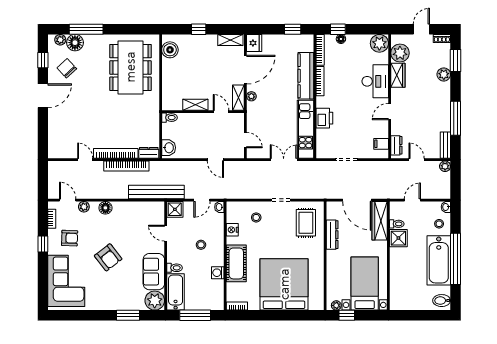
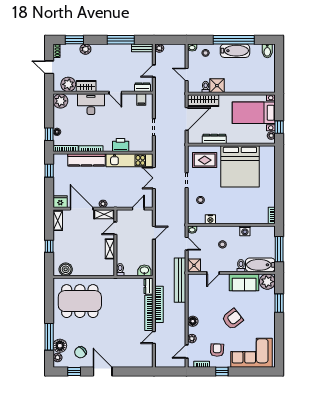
bathtub: (439, 260) -> (235, 51), width x0.73, depth x0.73
cot: (236, 263) -> (237, 216), removed
bed: (284, 284) -> (240, 166), moved, turned -90

